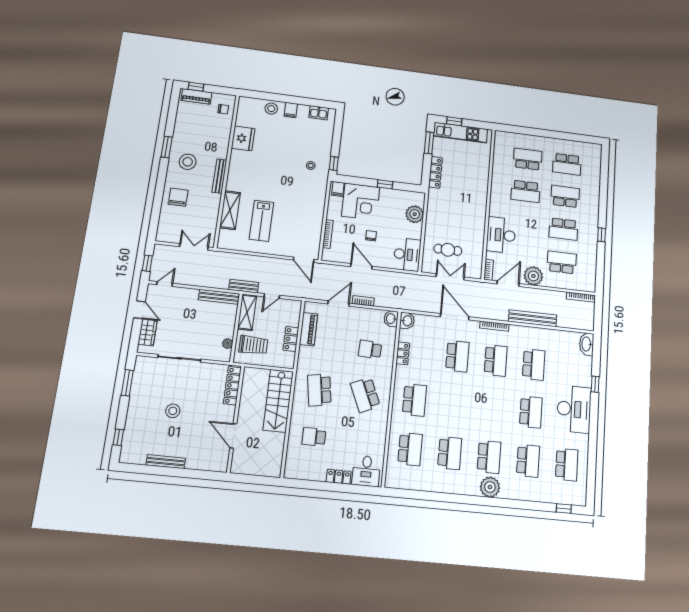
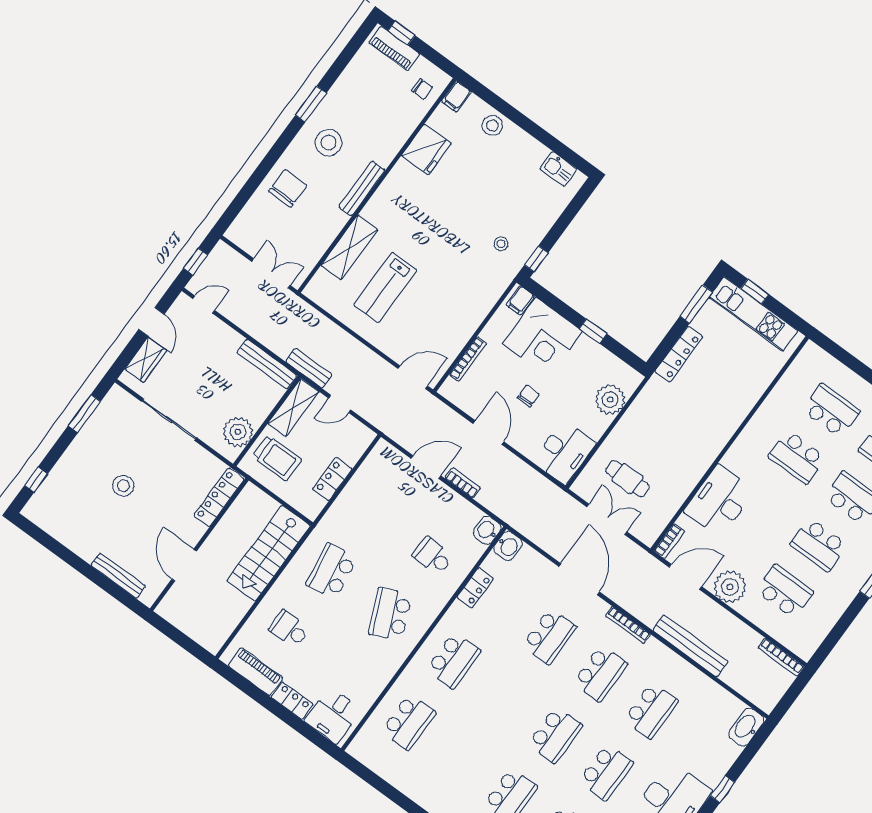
filing cabinet: (291, 110) -> (456, 97), moved
door: (304, 260) -> (413, 377), swing flipped
piano: (309, 329) -> (255, 672), moved, turned -90
plant: (228, 344) -> (238, 432), width x1.88, depth x1.88
school desk: (450, 453) -> (555, 735), moved
bench: (166, 462) -> (118, 576), moved

